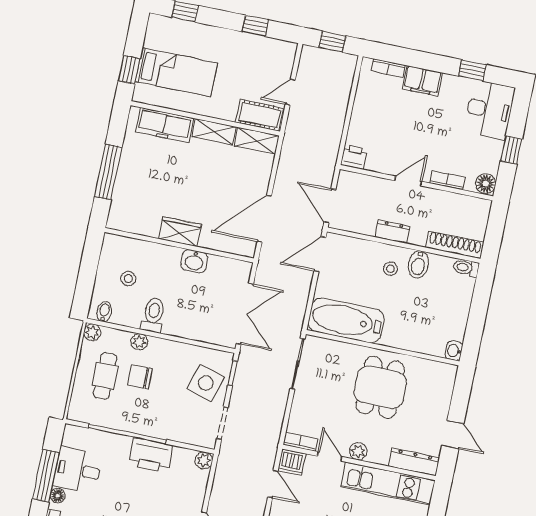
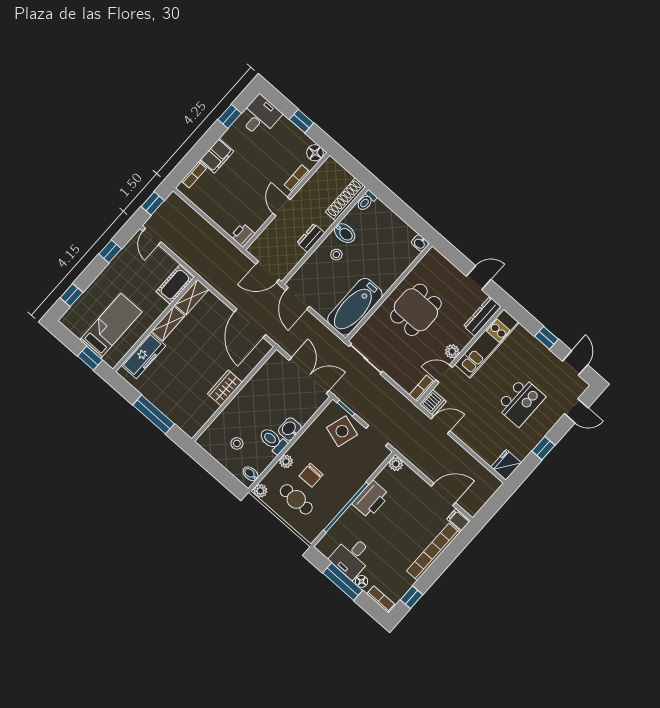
door: (290, 92) -> (152, 236), moved
desk: (489, 110) -> (260, 116), width x0.73
washbasin: (194, 261) -> (290, 429), moved, turned 180
dining table: (380, 387) -> (416, 310), turned 90

